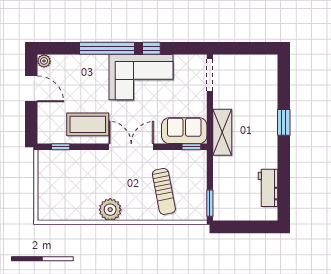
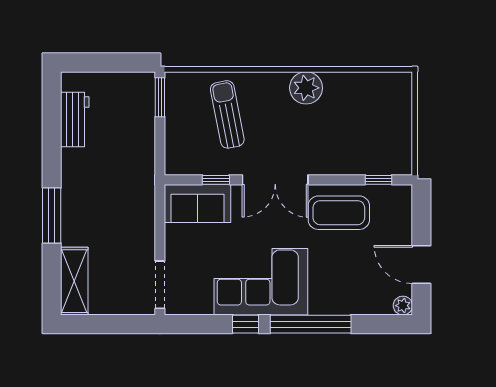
window: (284, 122) -> (52, 216), width x1.44
shelving: (222, 132) -> (74, 281), moved
window: (191, 147) -> (216, 180), moved

